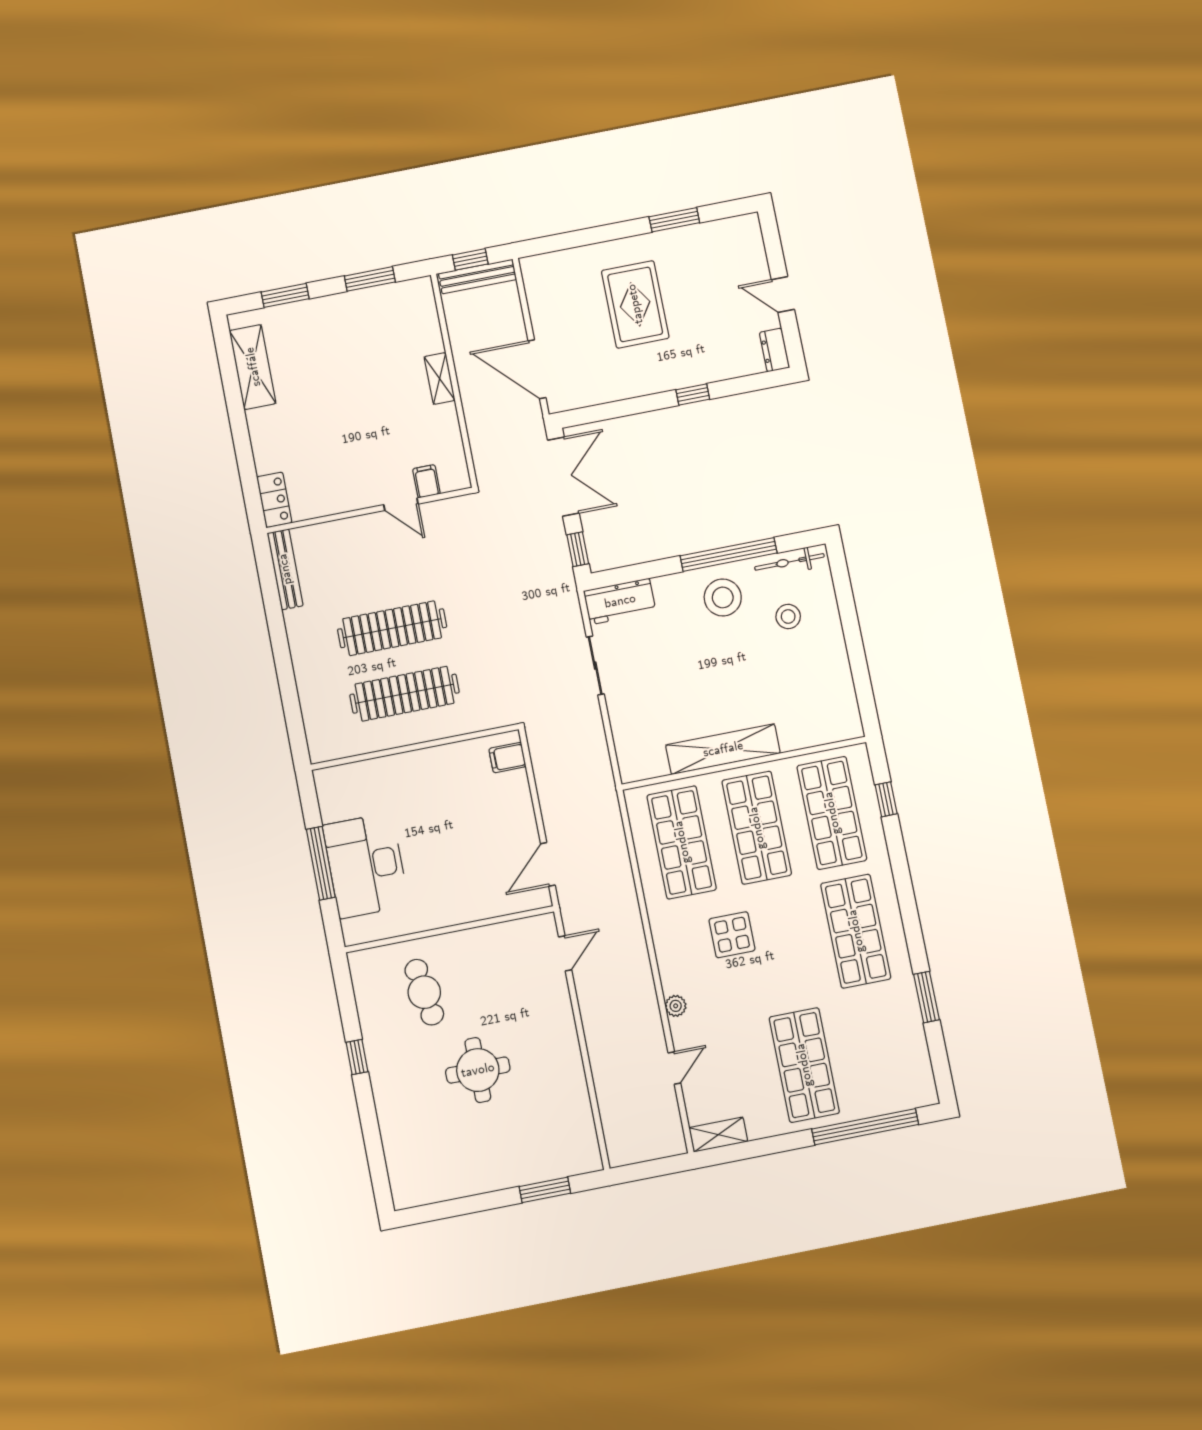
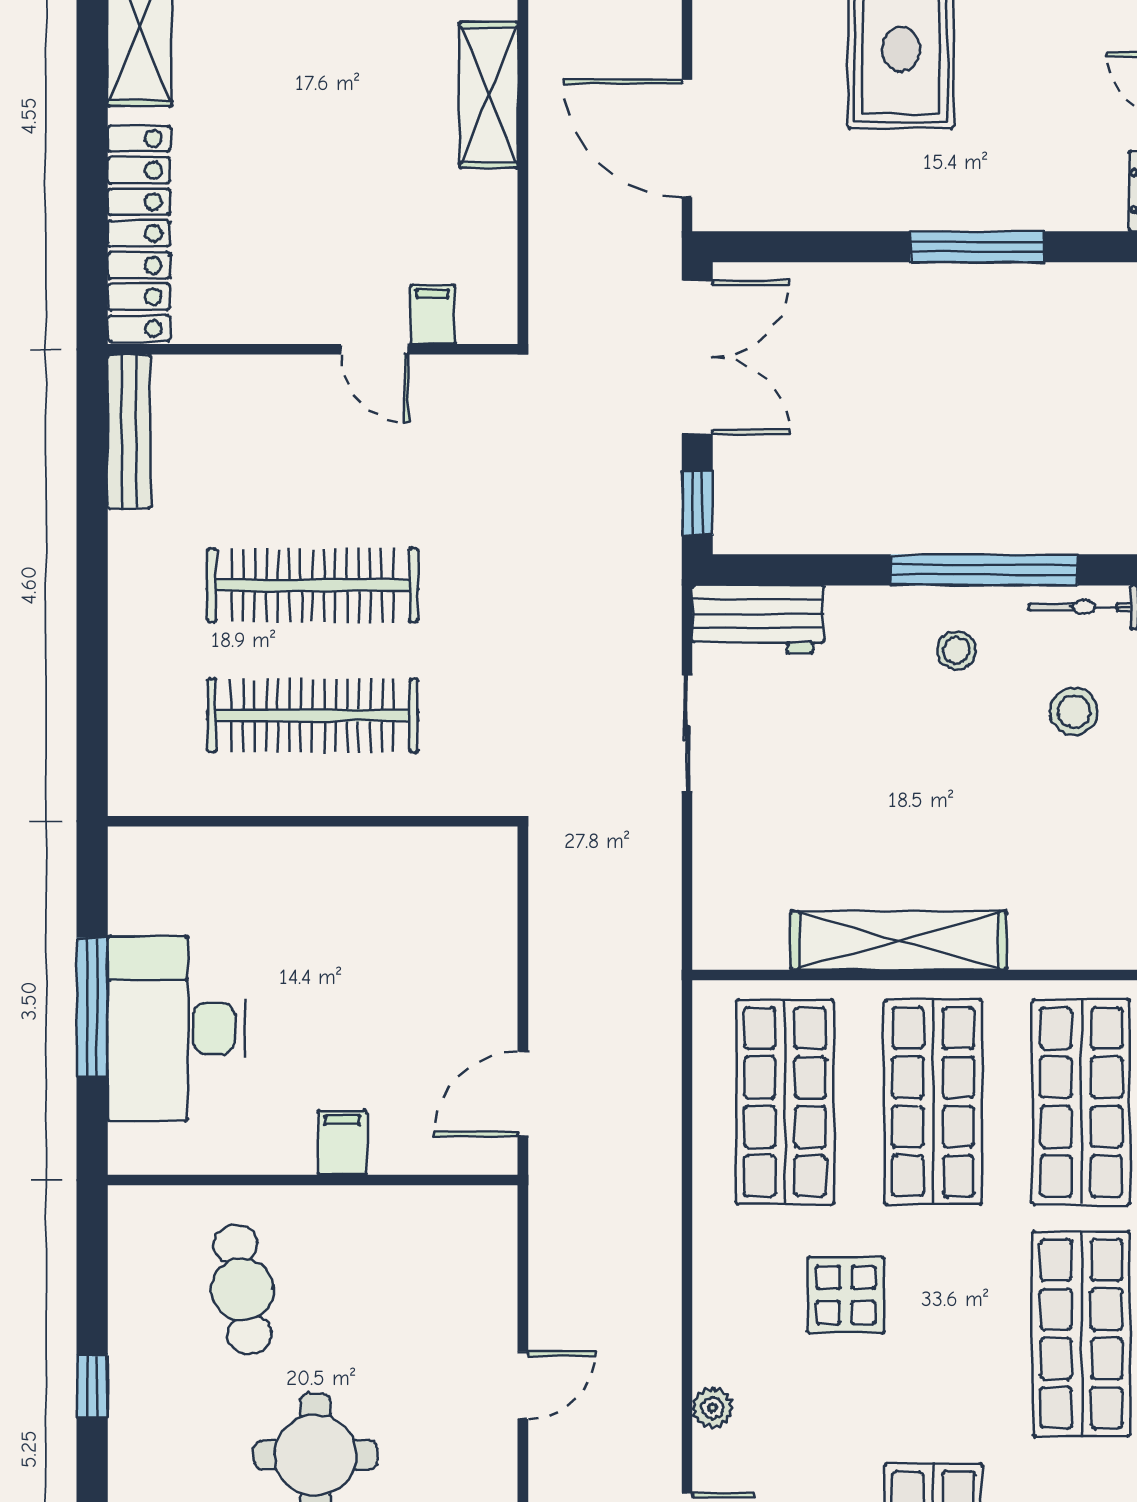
shelving: (440, 378) -> (489, 95), width x1.50, depth x1.33
window: (693, 394) -> (977, 247), width x2.17
locker: (274, 500) -> (139, 233), width x2.16, depth x1.21
stool: (723, 597) -> (956, 650), width x0.53, depth x0.53
filing cabinet: (507, 758) -> (342, 1143), moved, turned 90
door: (565, 953) -> (523, 1385), moved

